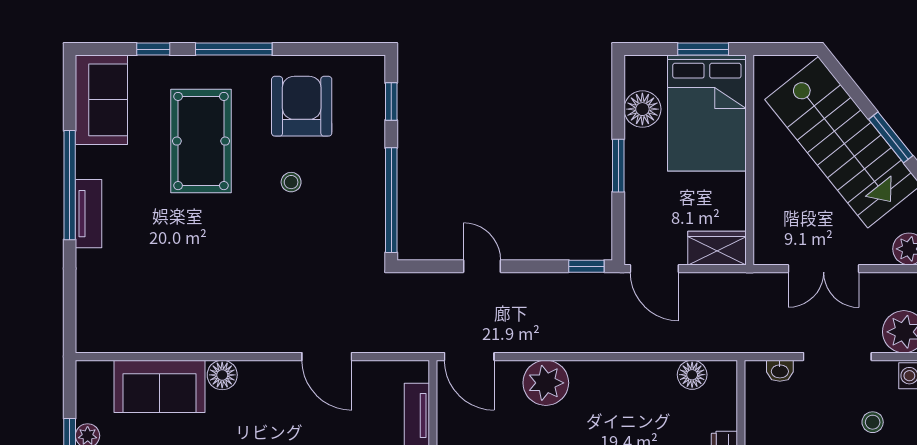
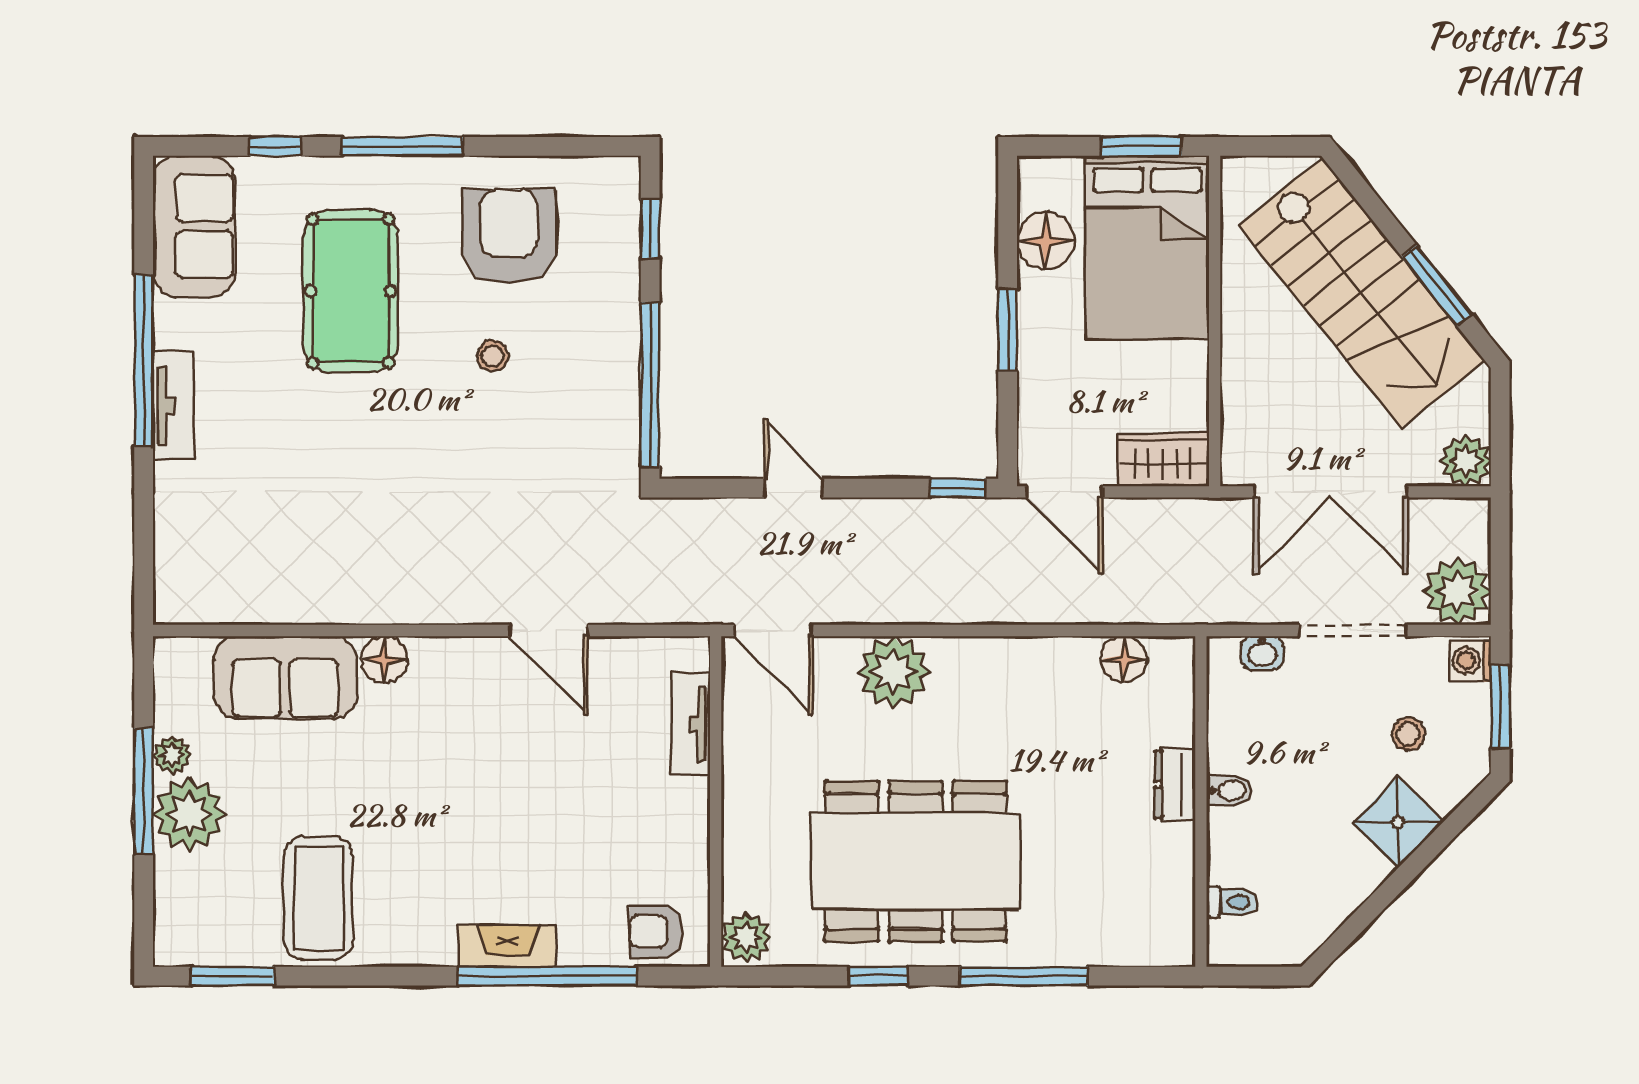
double door: (824, 269) -> (1331, 492), width x1.37

